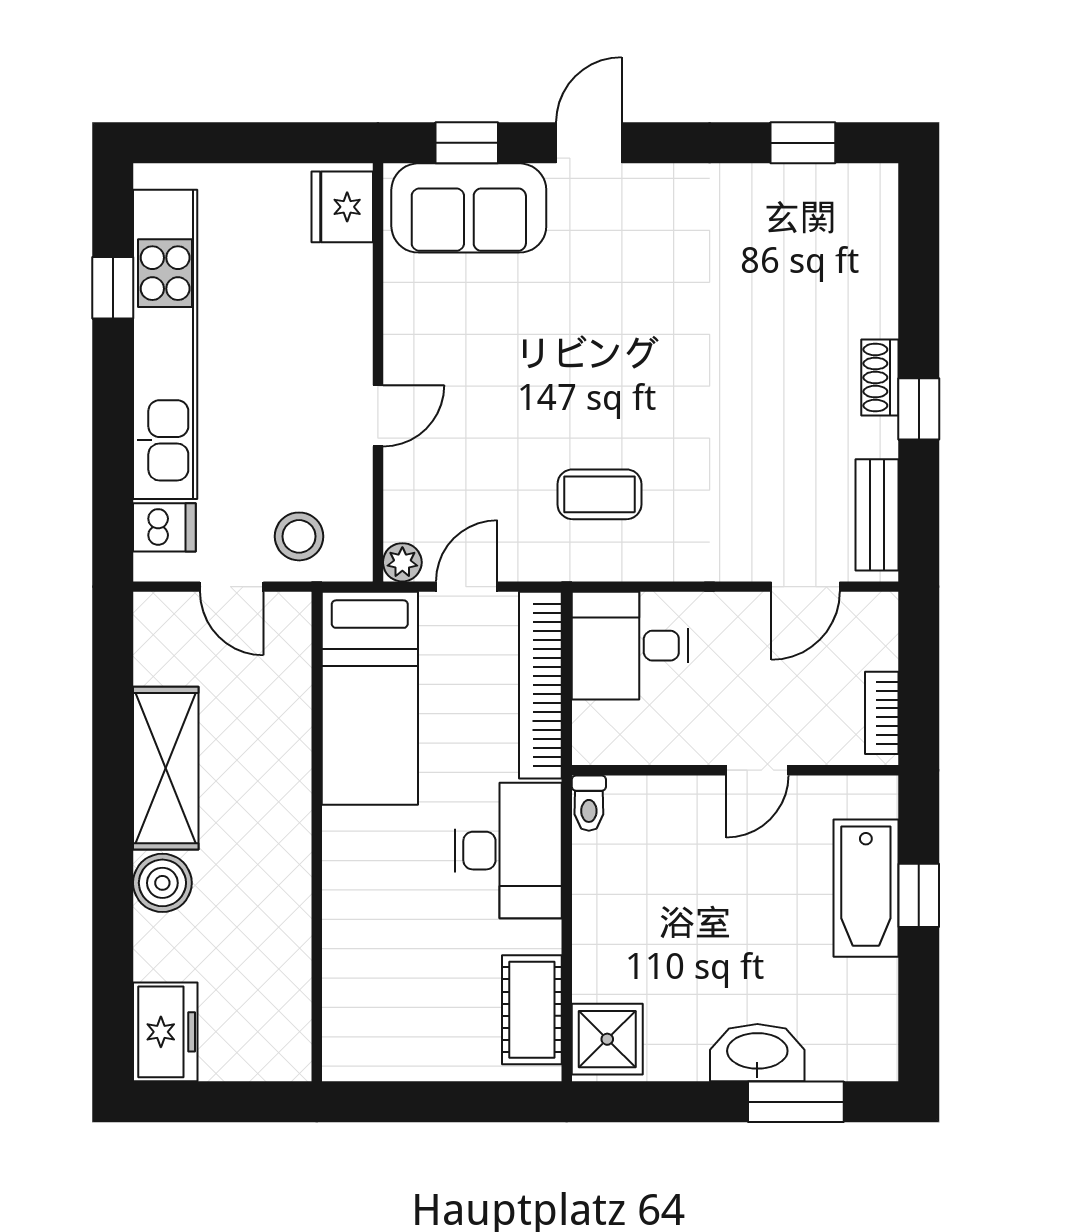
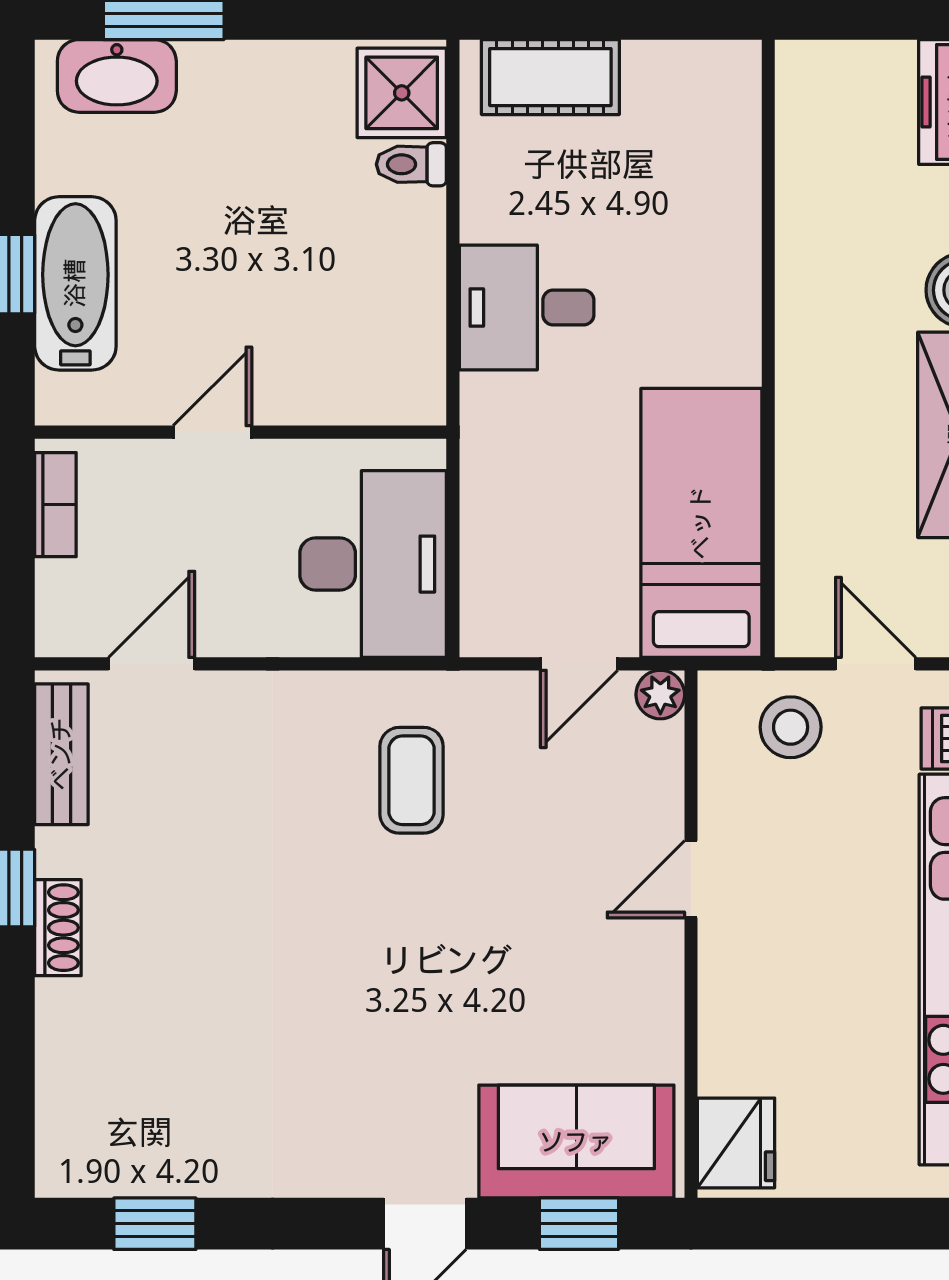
coffee table: (599, 494) -> (412, 780), turned 90
desk: (630, 646) -> (373, 564), width x1.37
bookcase: (540, 685) -> (486, 539), removed
toilet: (589, 803) -> (411, 164), moved, turned -90
desk: (508, 851) -> (527, 308), width x0.73
cot: (532, 1010) -> (550, 77), moved, turned 90
washbasin: (757, 1053) -> (117, 76), moved

